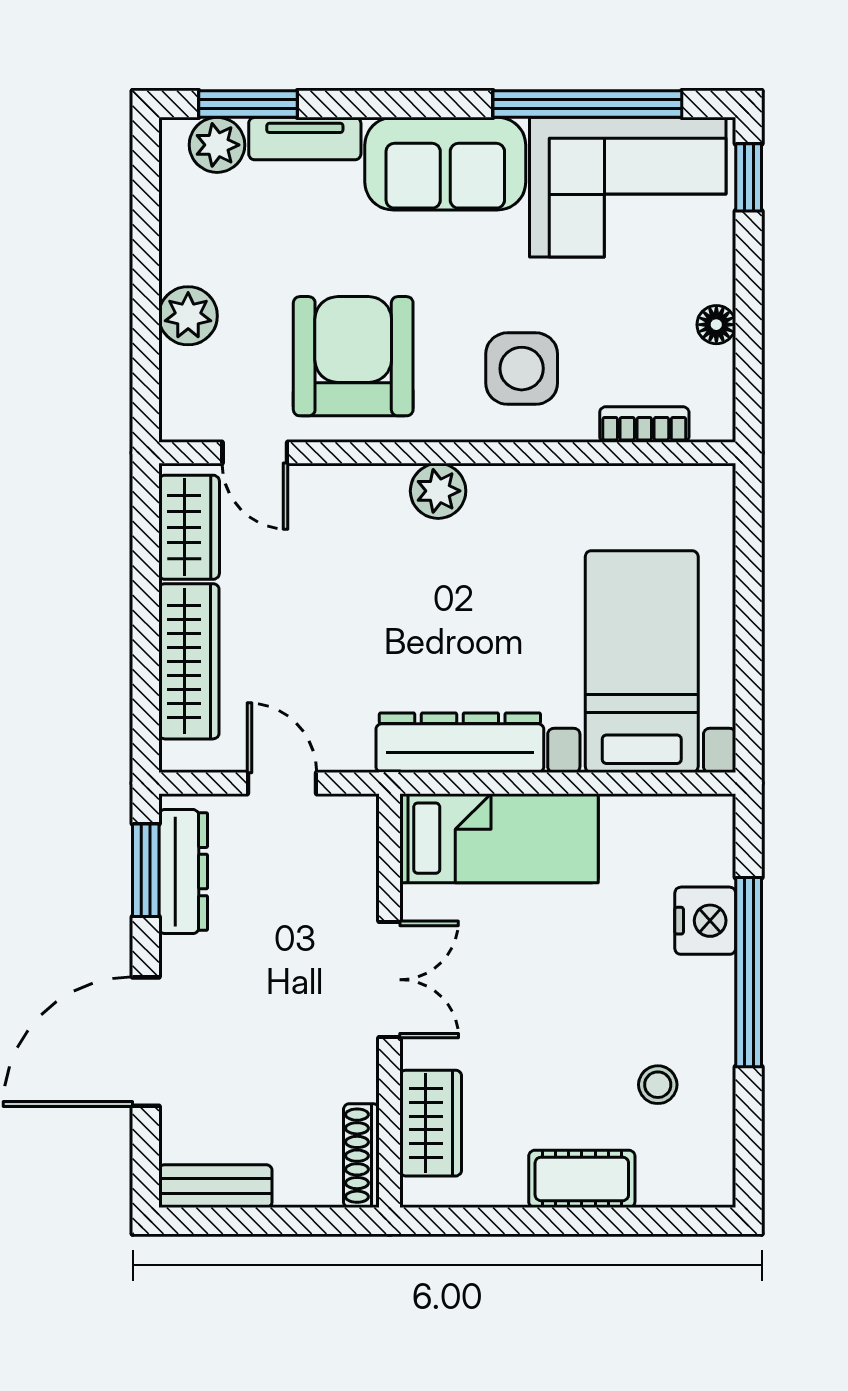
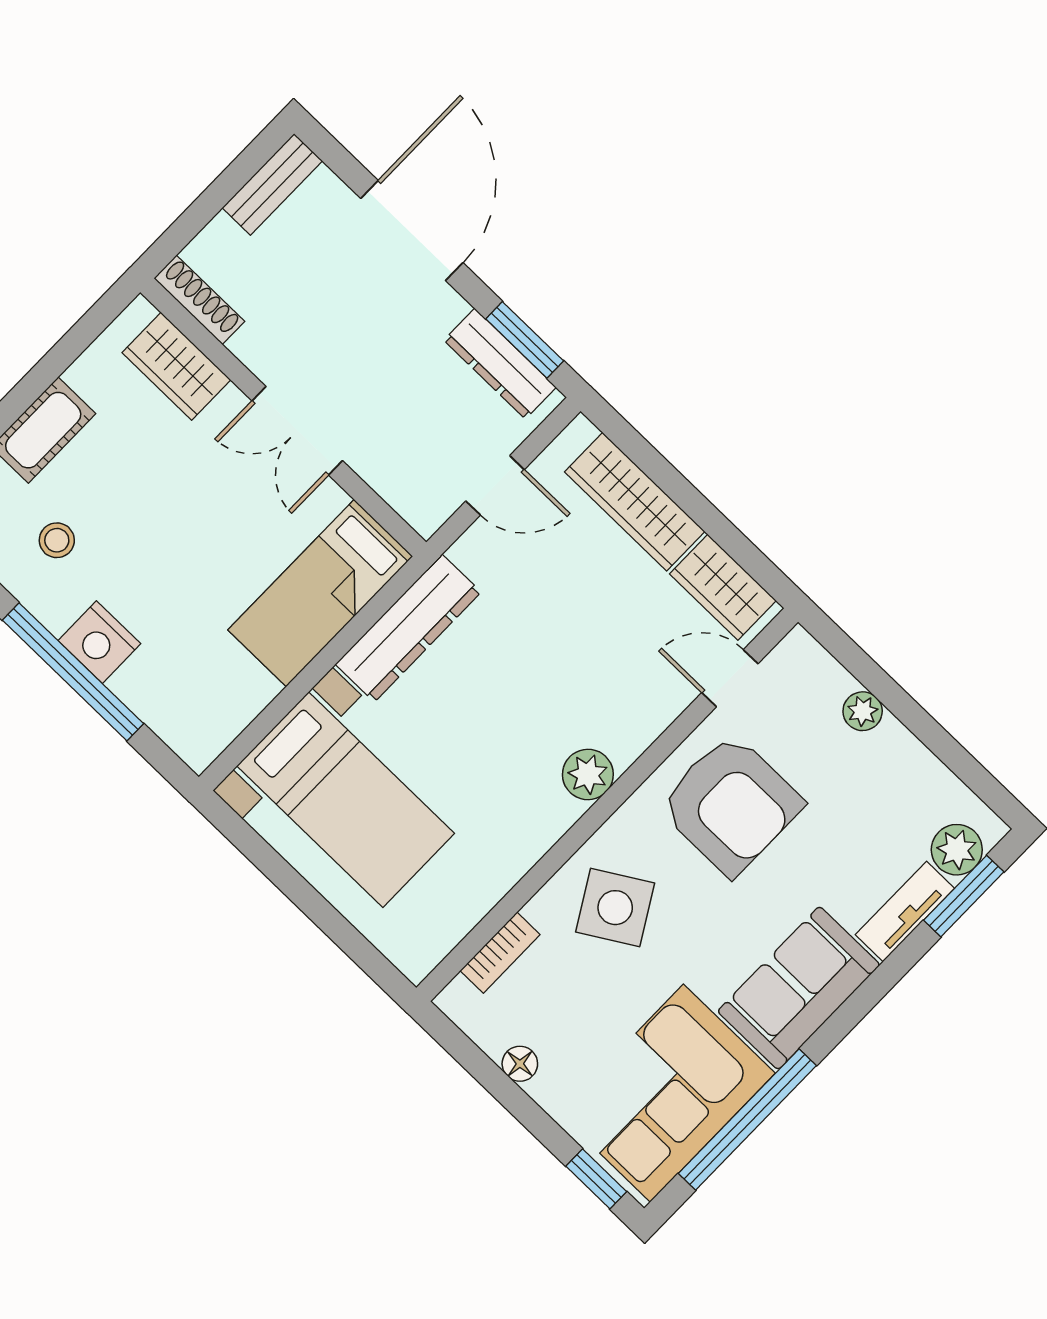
plant: (188, 316) -> (863, 711), width x0.73, depth x0.73
side table: (522, 369) -> (615, 908), turned -31
nightstand: (705, 921) -> (99, 642), moved

